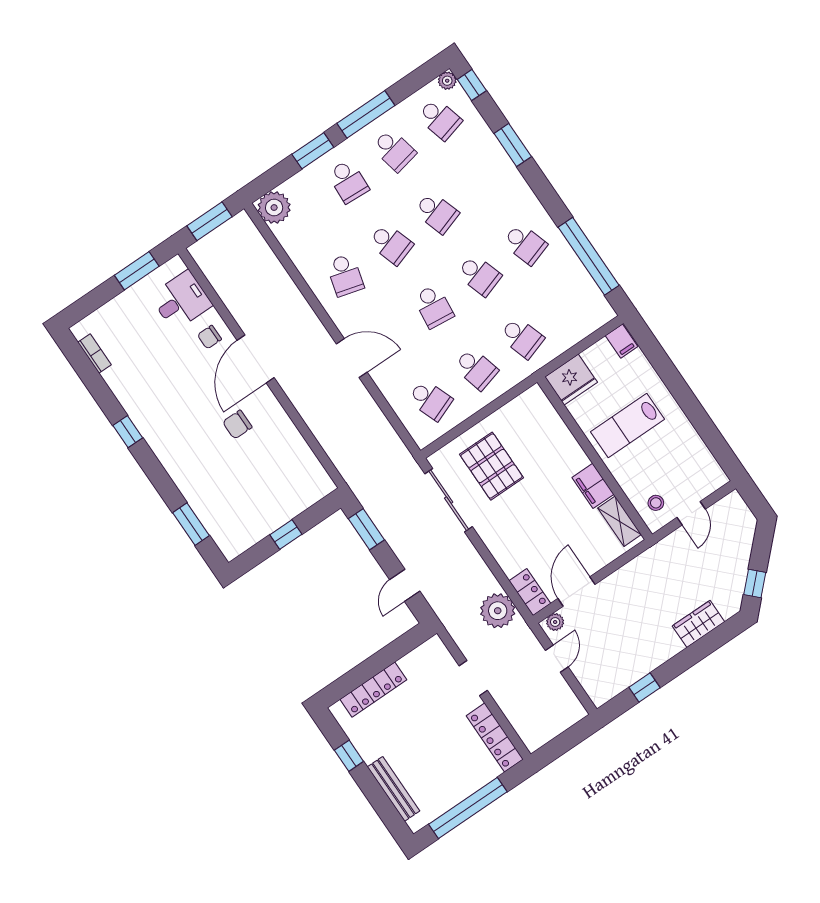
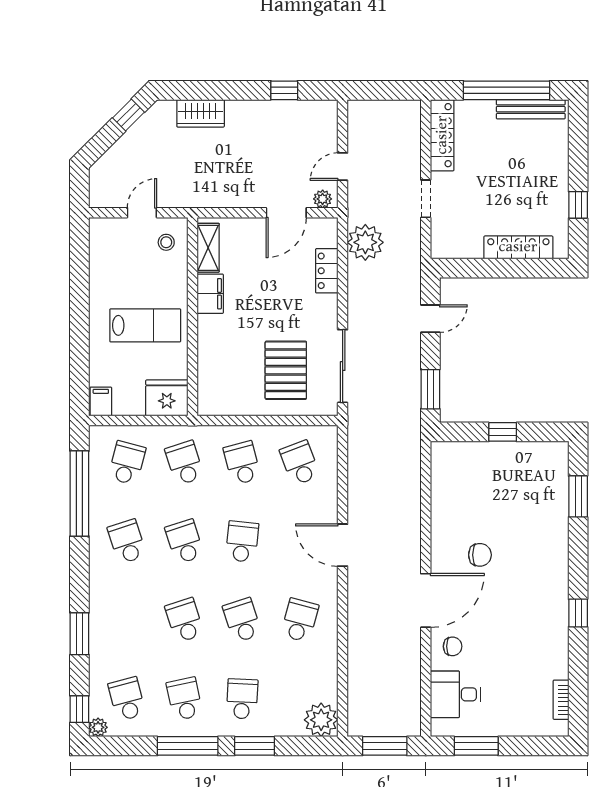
school desk: (568, 306) -> (127, 463), added
locker: (530, 592) -> (327, 271), moved
bench: (394, 789) -> (531, 109), moved, turned 90

